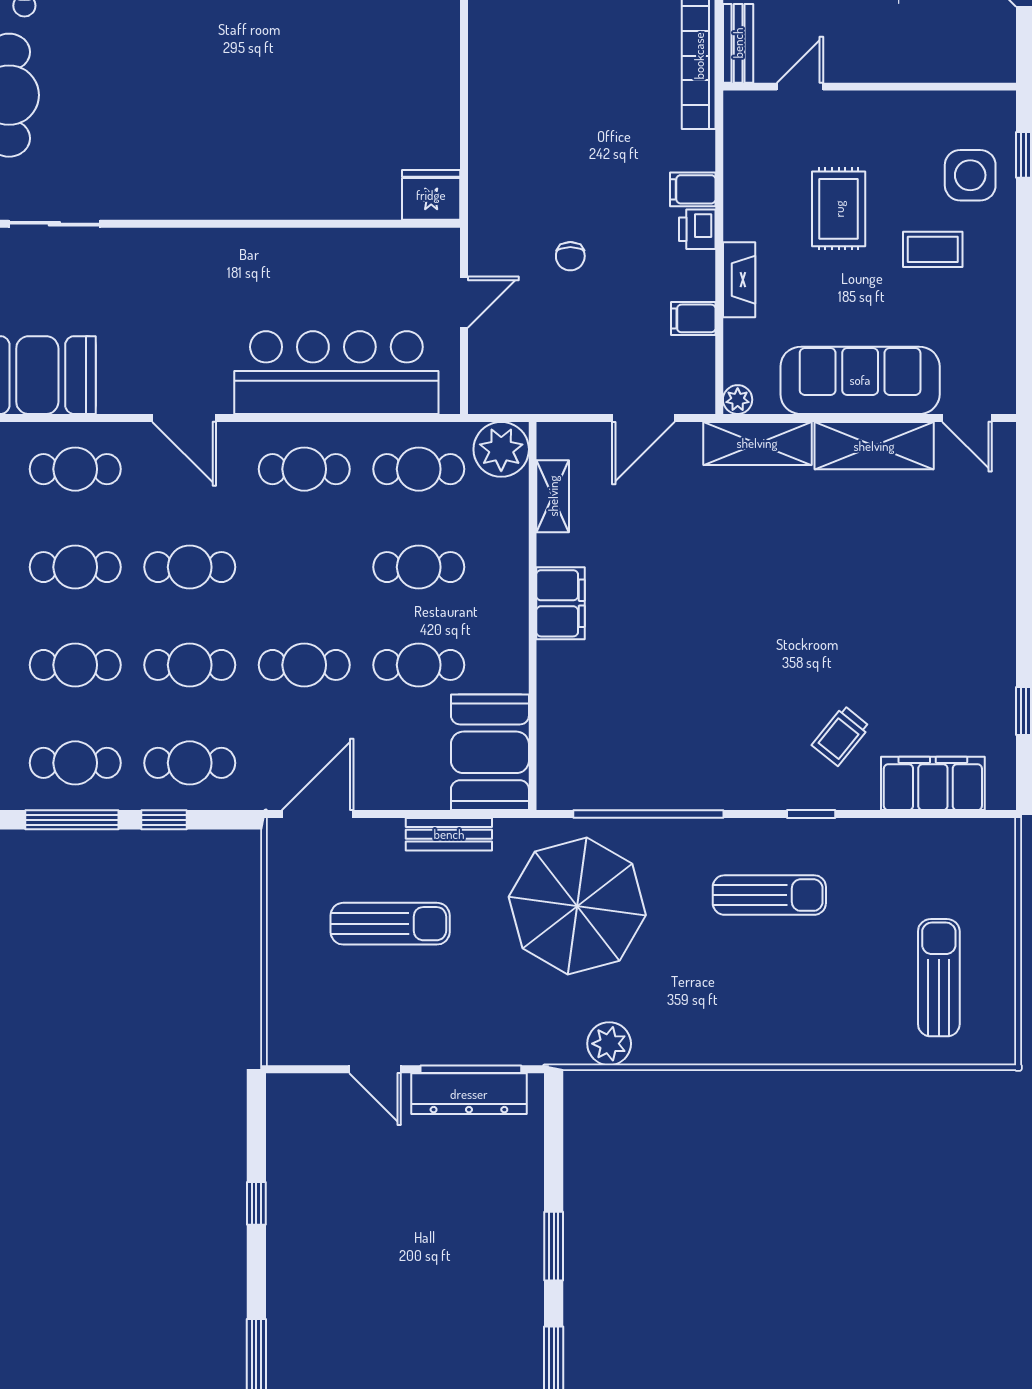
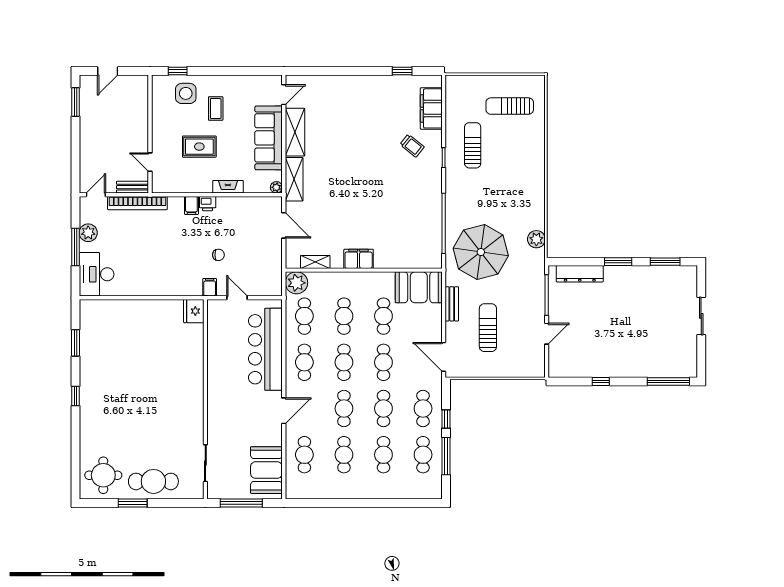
filing cabinet: (693, 318) -> (210, 287), moved, turned 180
cafe table: (304, 567) -> (344, 362), added
sun lounger: (769, 895) -> (473, 145), moved
dresser: (469, 1094) -> (580, 274), moved, turned 90

